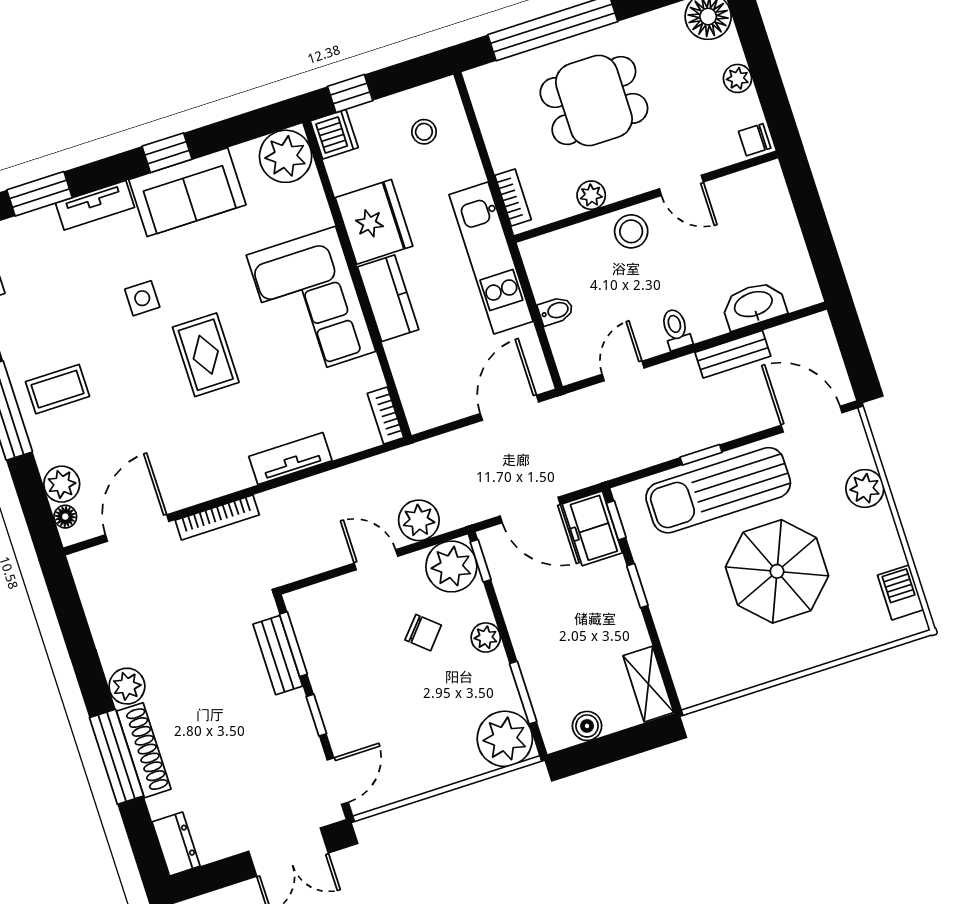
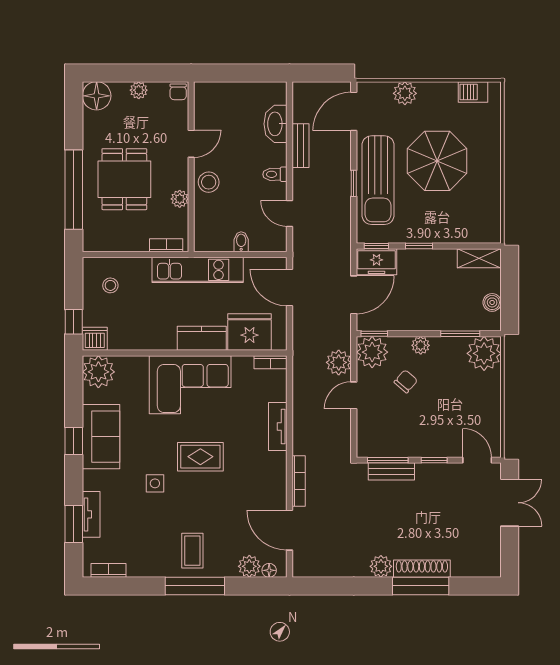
tv unit: (95, 205) -> (91, 514), moved
fridge: (374, 222) -> (250, 332), moved
dresser: (176, 844) -> (483, 567), removed

